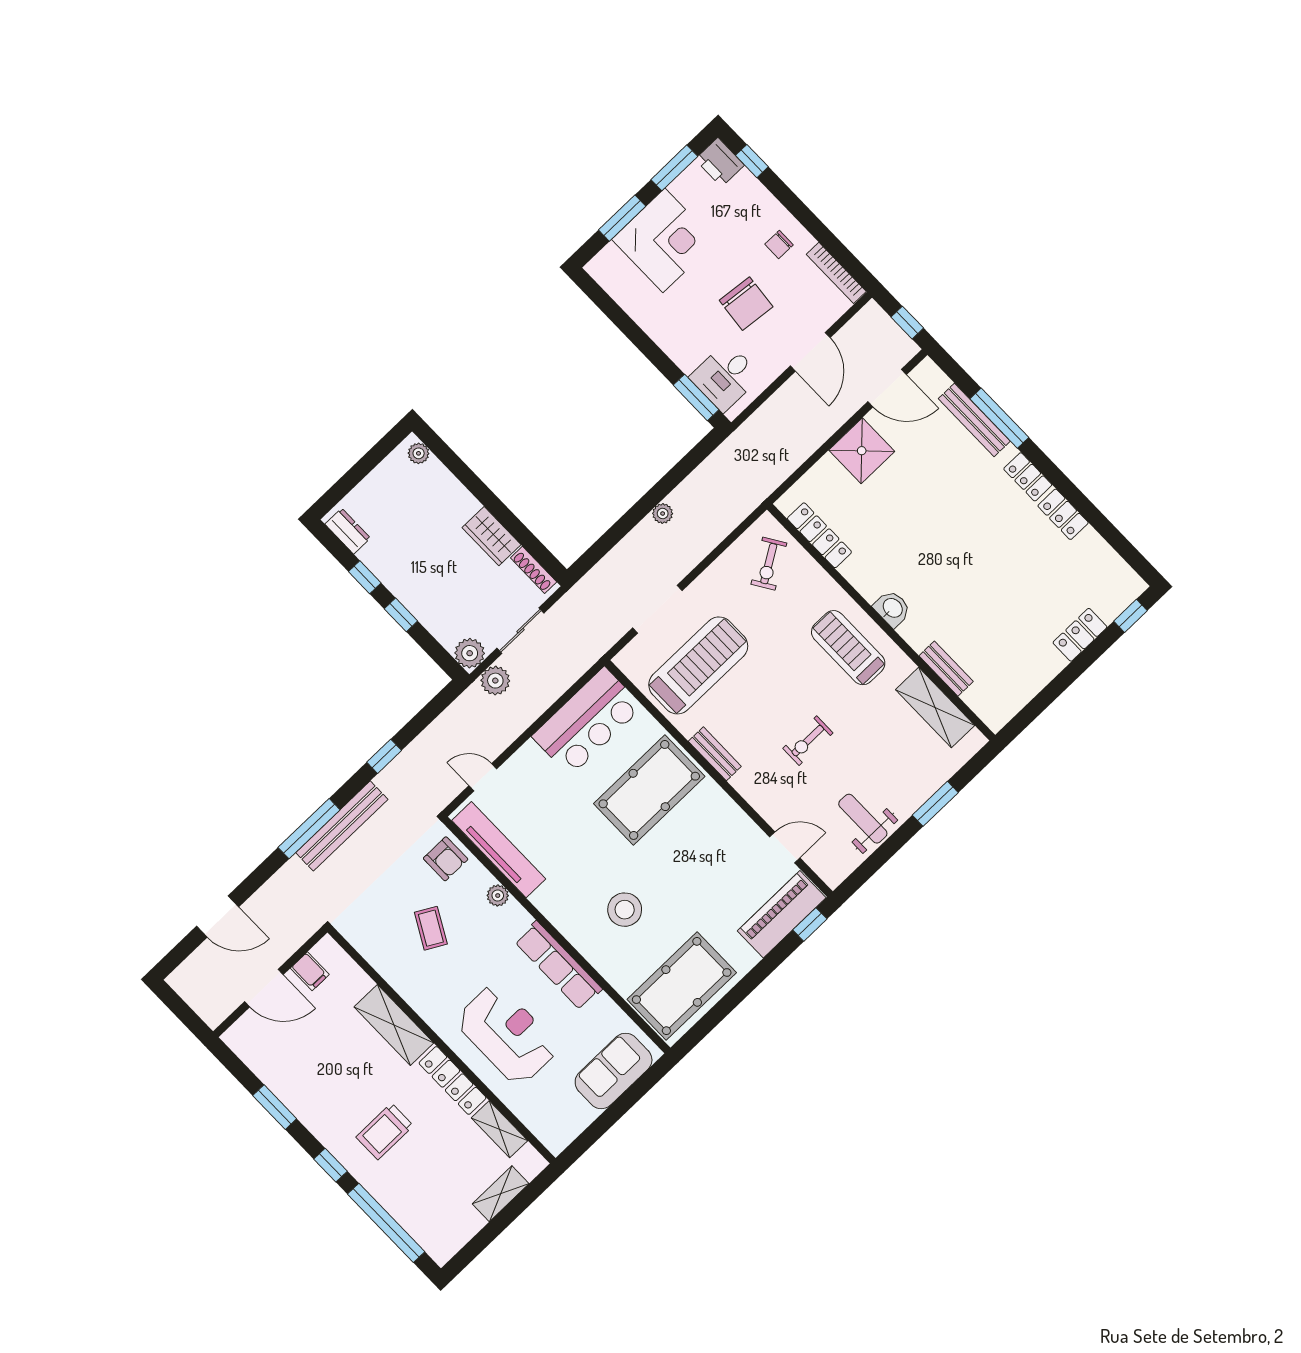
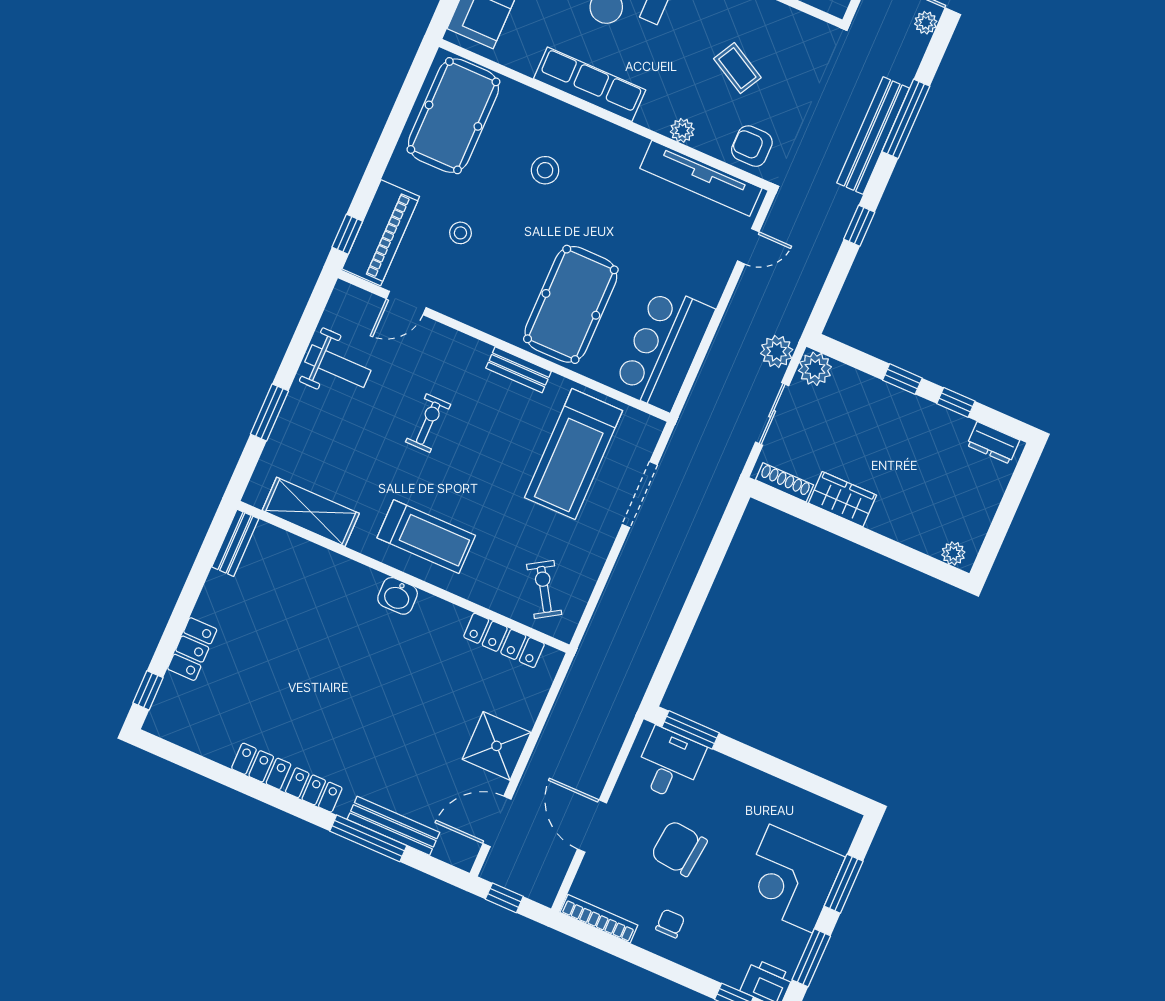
plant: (663, 514) -> (926, 23), moved
bench: (946, 669) -> (235, 543), moved, turned 90
stool: (716, 887) -> (460, 233), added
stool: (625, 910) -> (545, 170), width x0.73, depth x0.73

